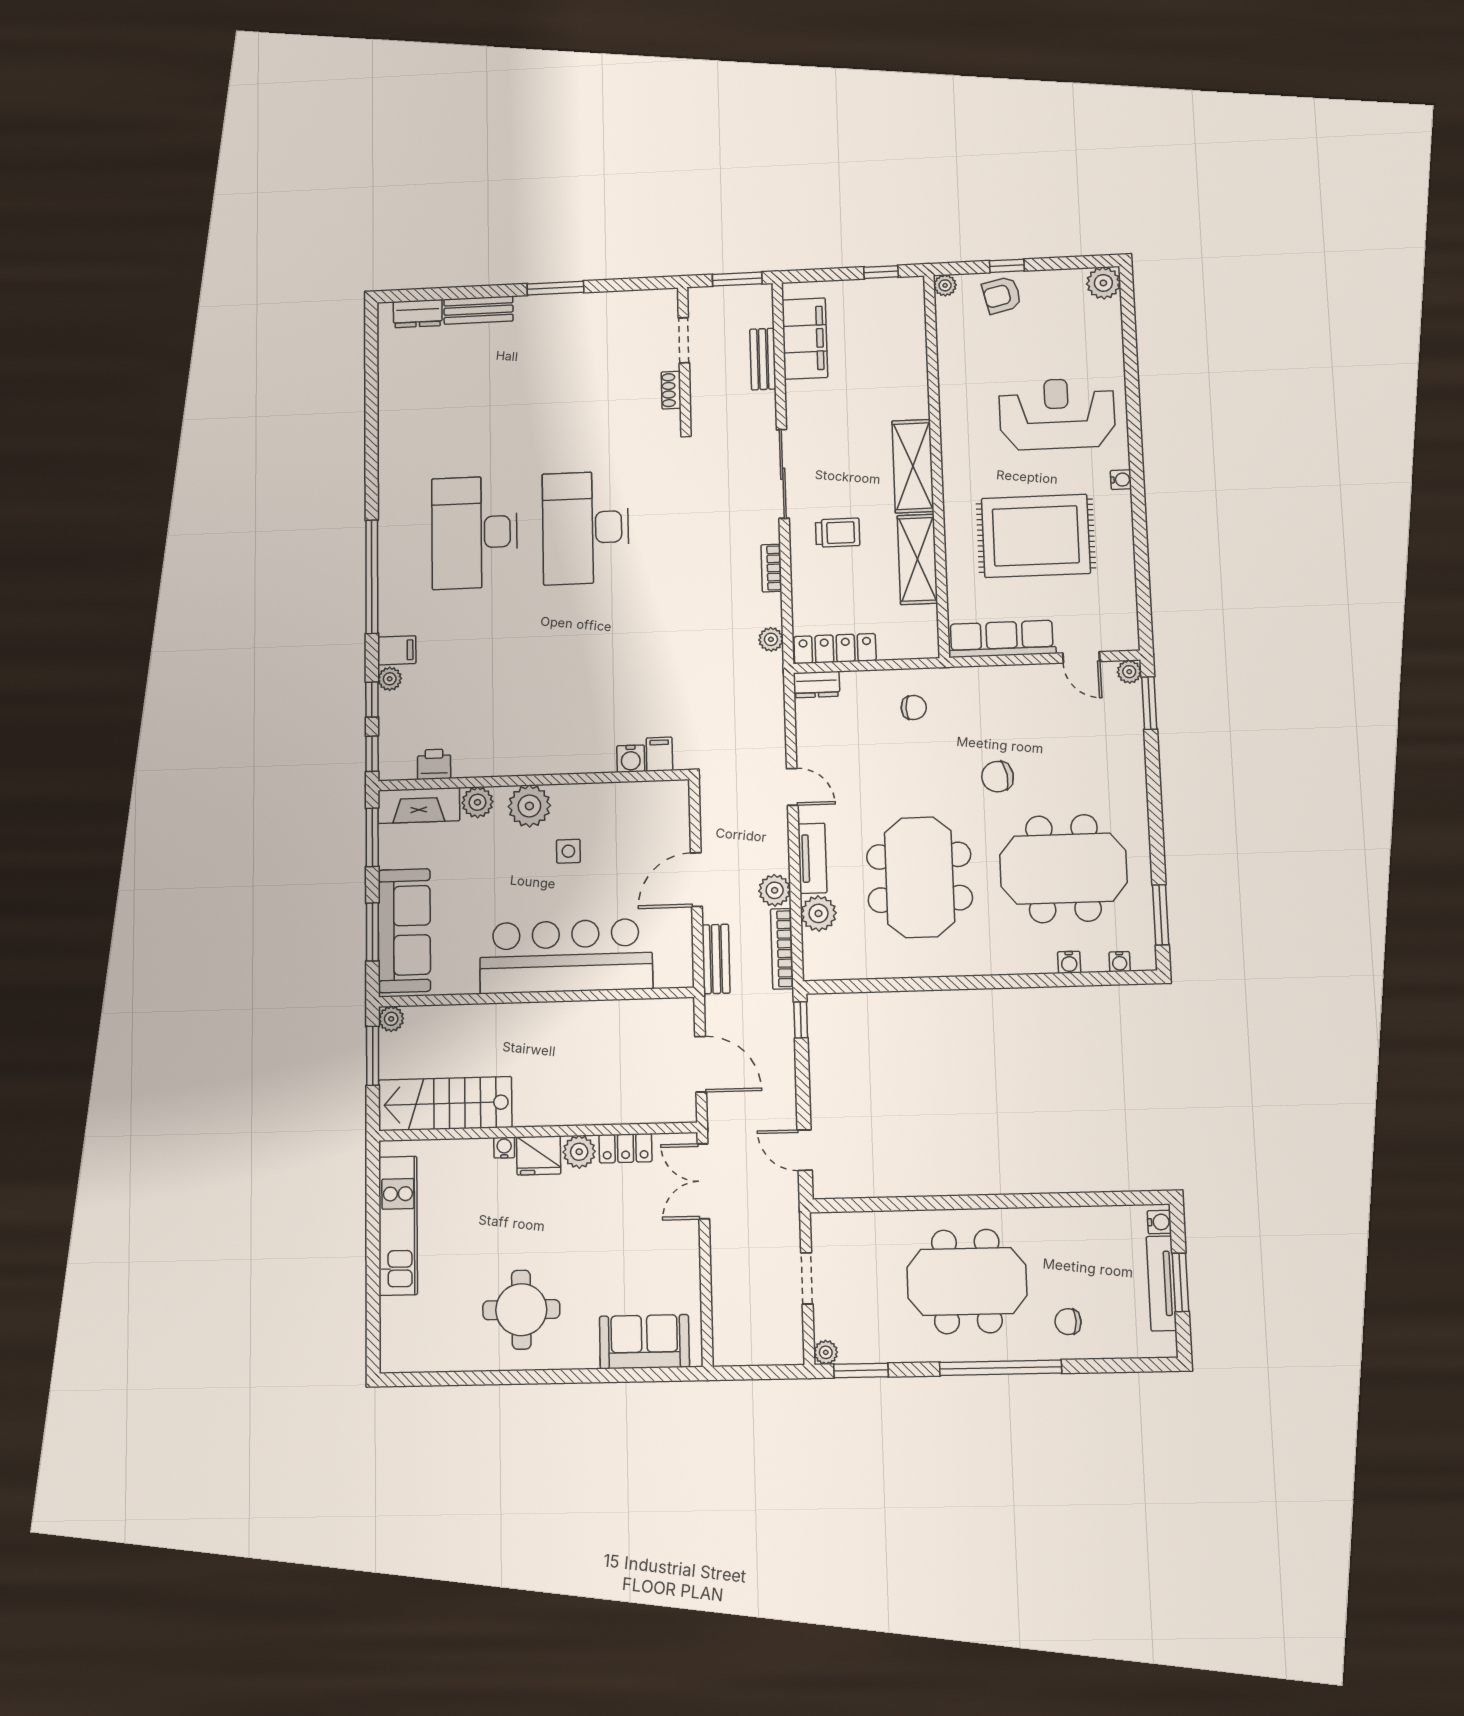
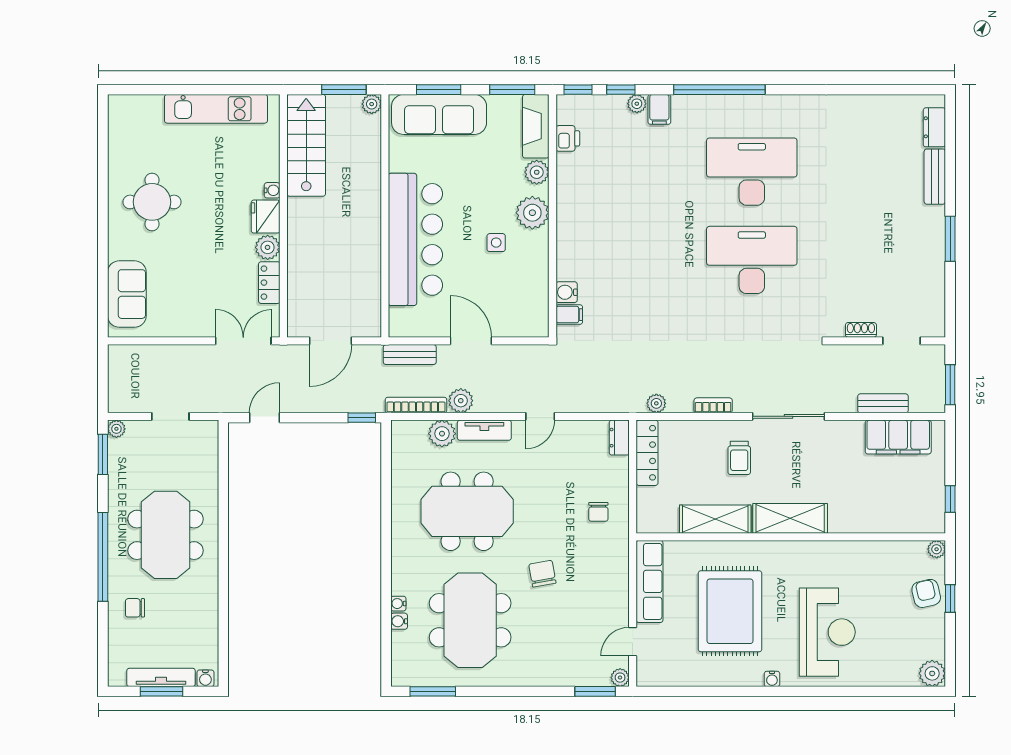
water cooler: (1120, 962) -> (398, 604), moved
chair: (1068, 1322) -> (135, 608), turned -90

